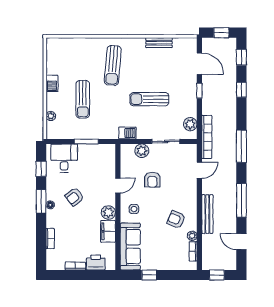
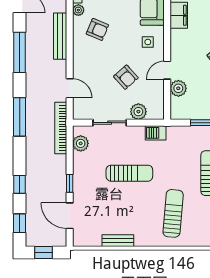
door: (199, 170) -> (70, 88), swing flipped
armchair: (152, 180) -> (126, 77), turned 138
plant: (108, 212) -> (178, 88), moved

